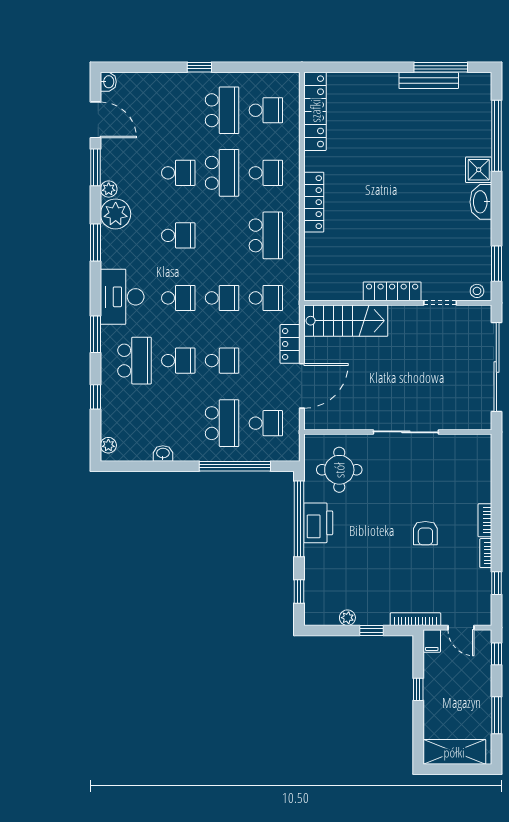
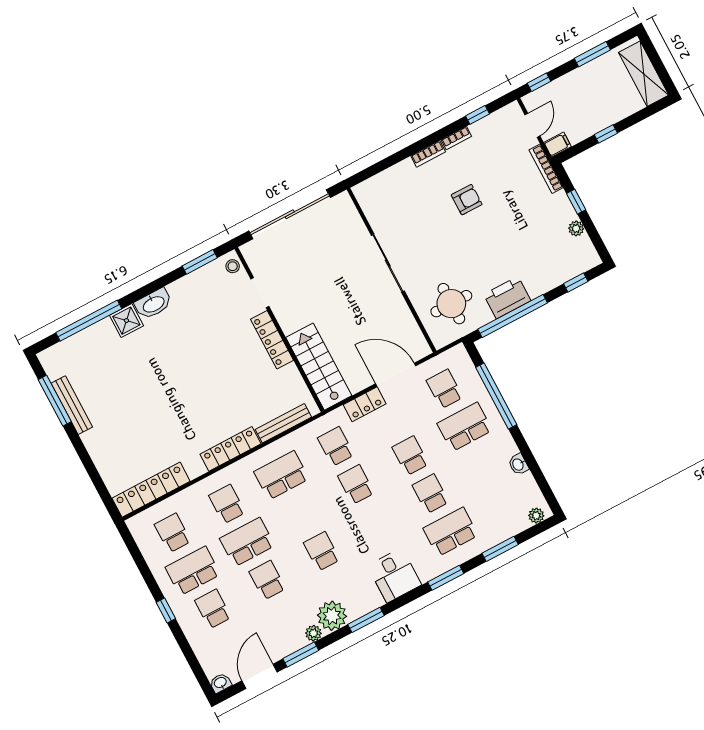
bench: (312, 262) -> (283, 423), added
desk: (122, 297) -> (394, 575), width x0.73
school desk: (178, 298) -> (213, 609), moved
window: (96, 397) -> (500, 549), width x1.50

